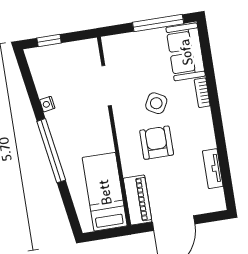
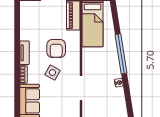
tv unit: (213, 169) -> (25, 53), moved

